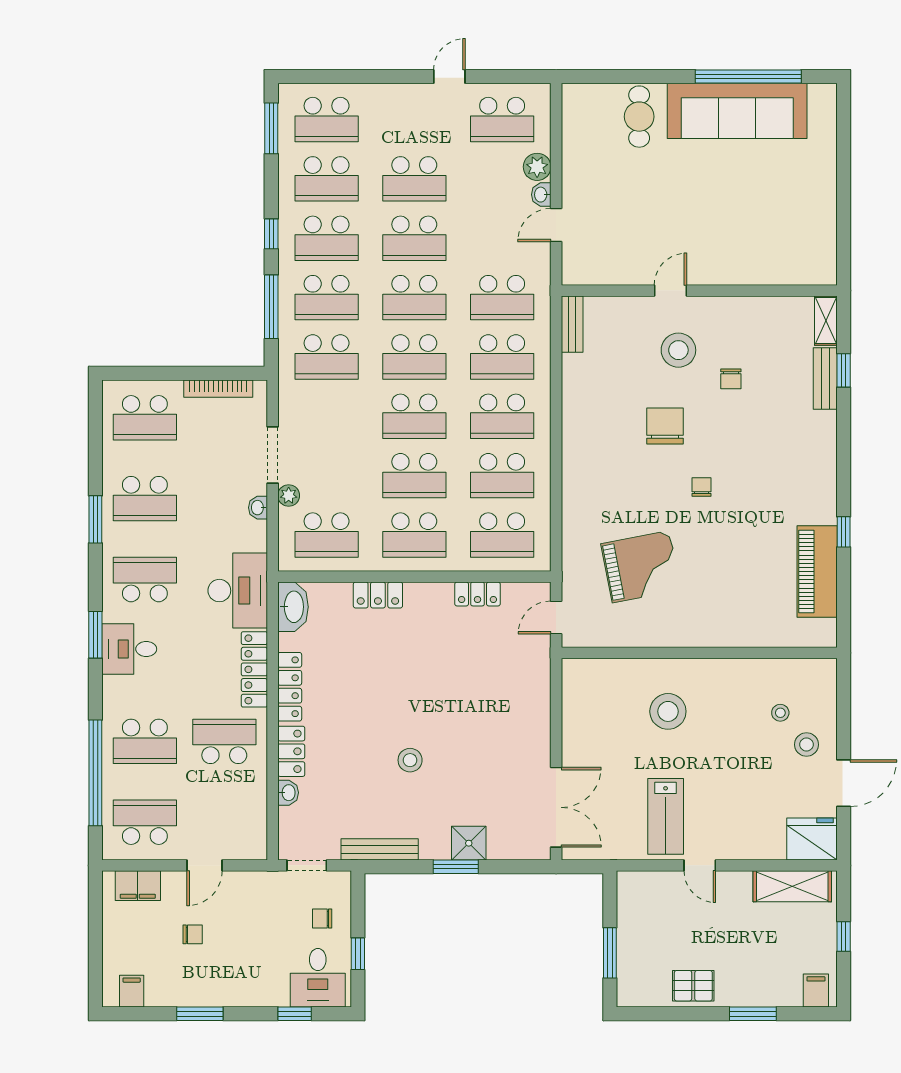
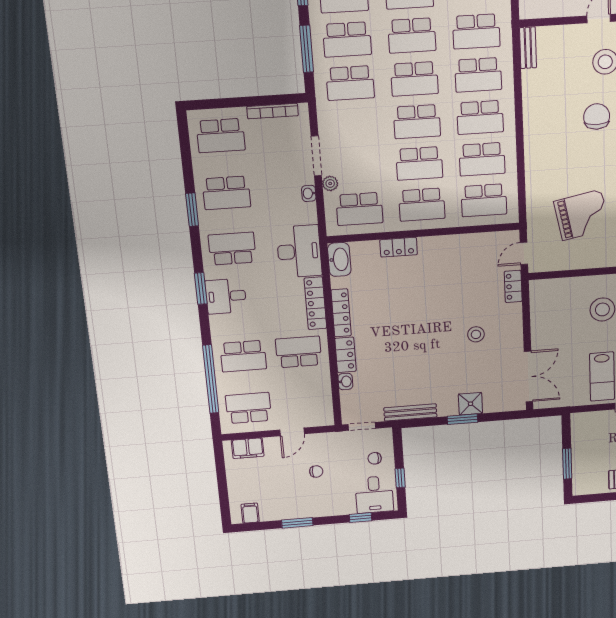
locker: (478, 594) -> (513, 286), moved, turned 90
stool: (410, 760) -> (476, 334), moved
chair: (193, 934) -> (316, 471), moved

